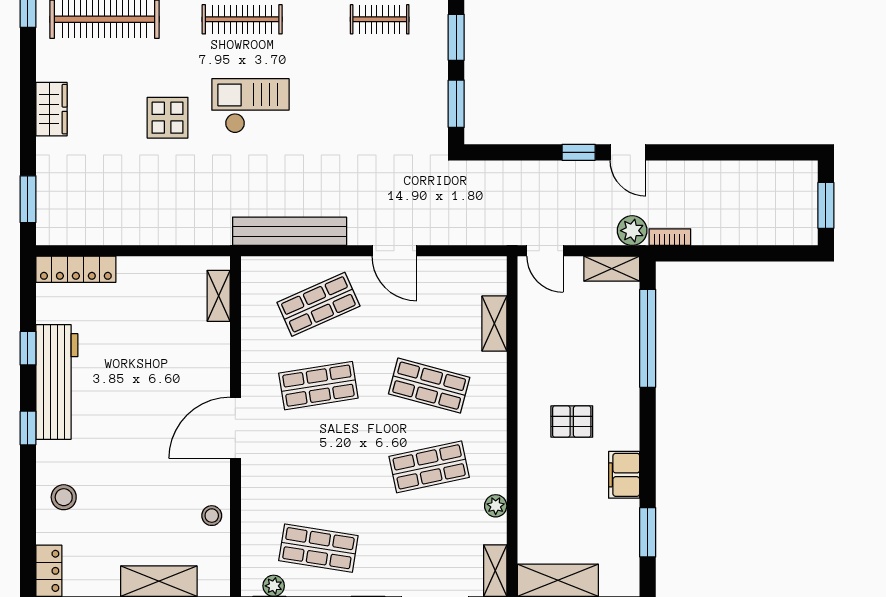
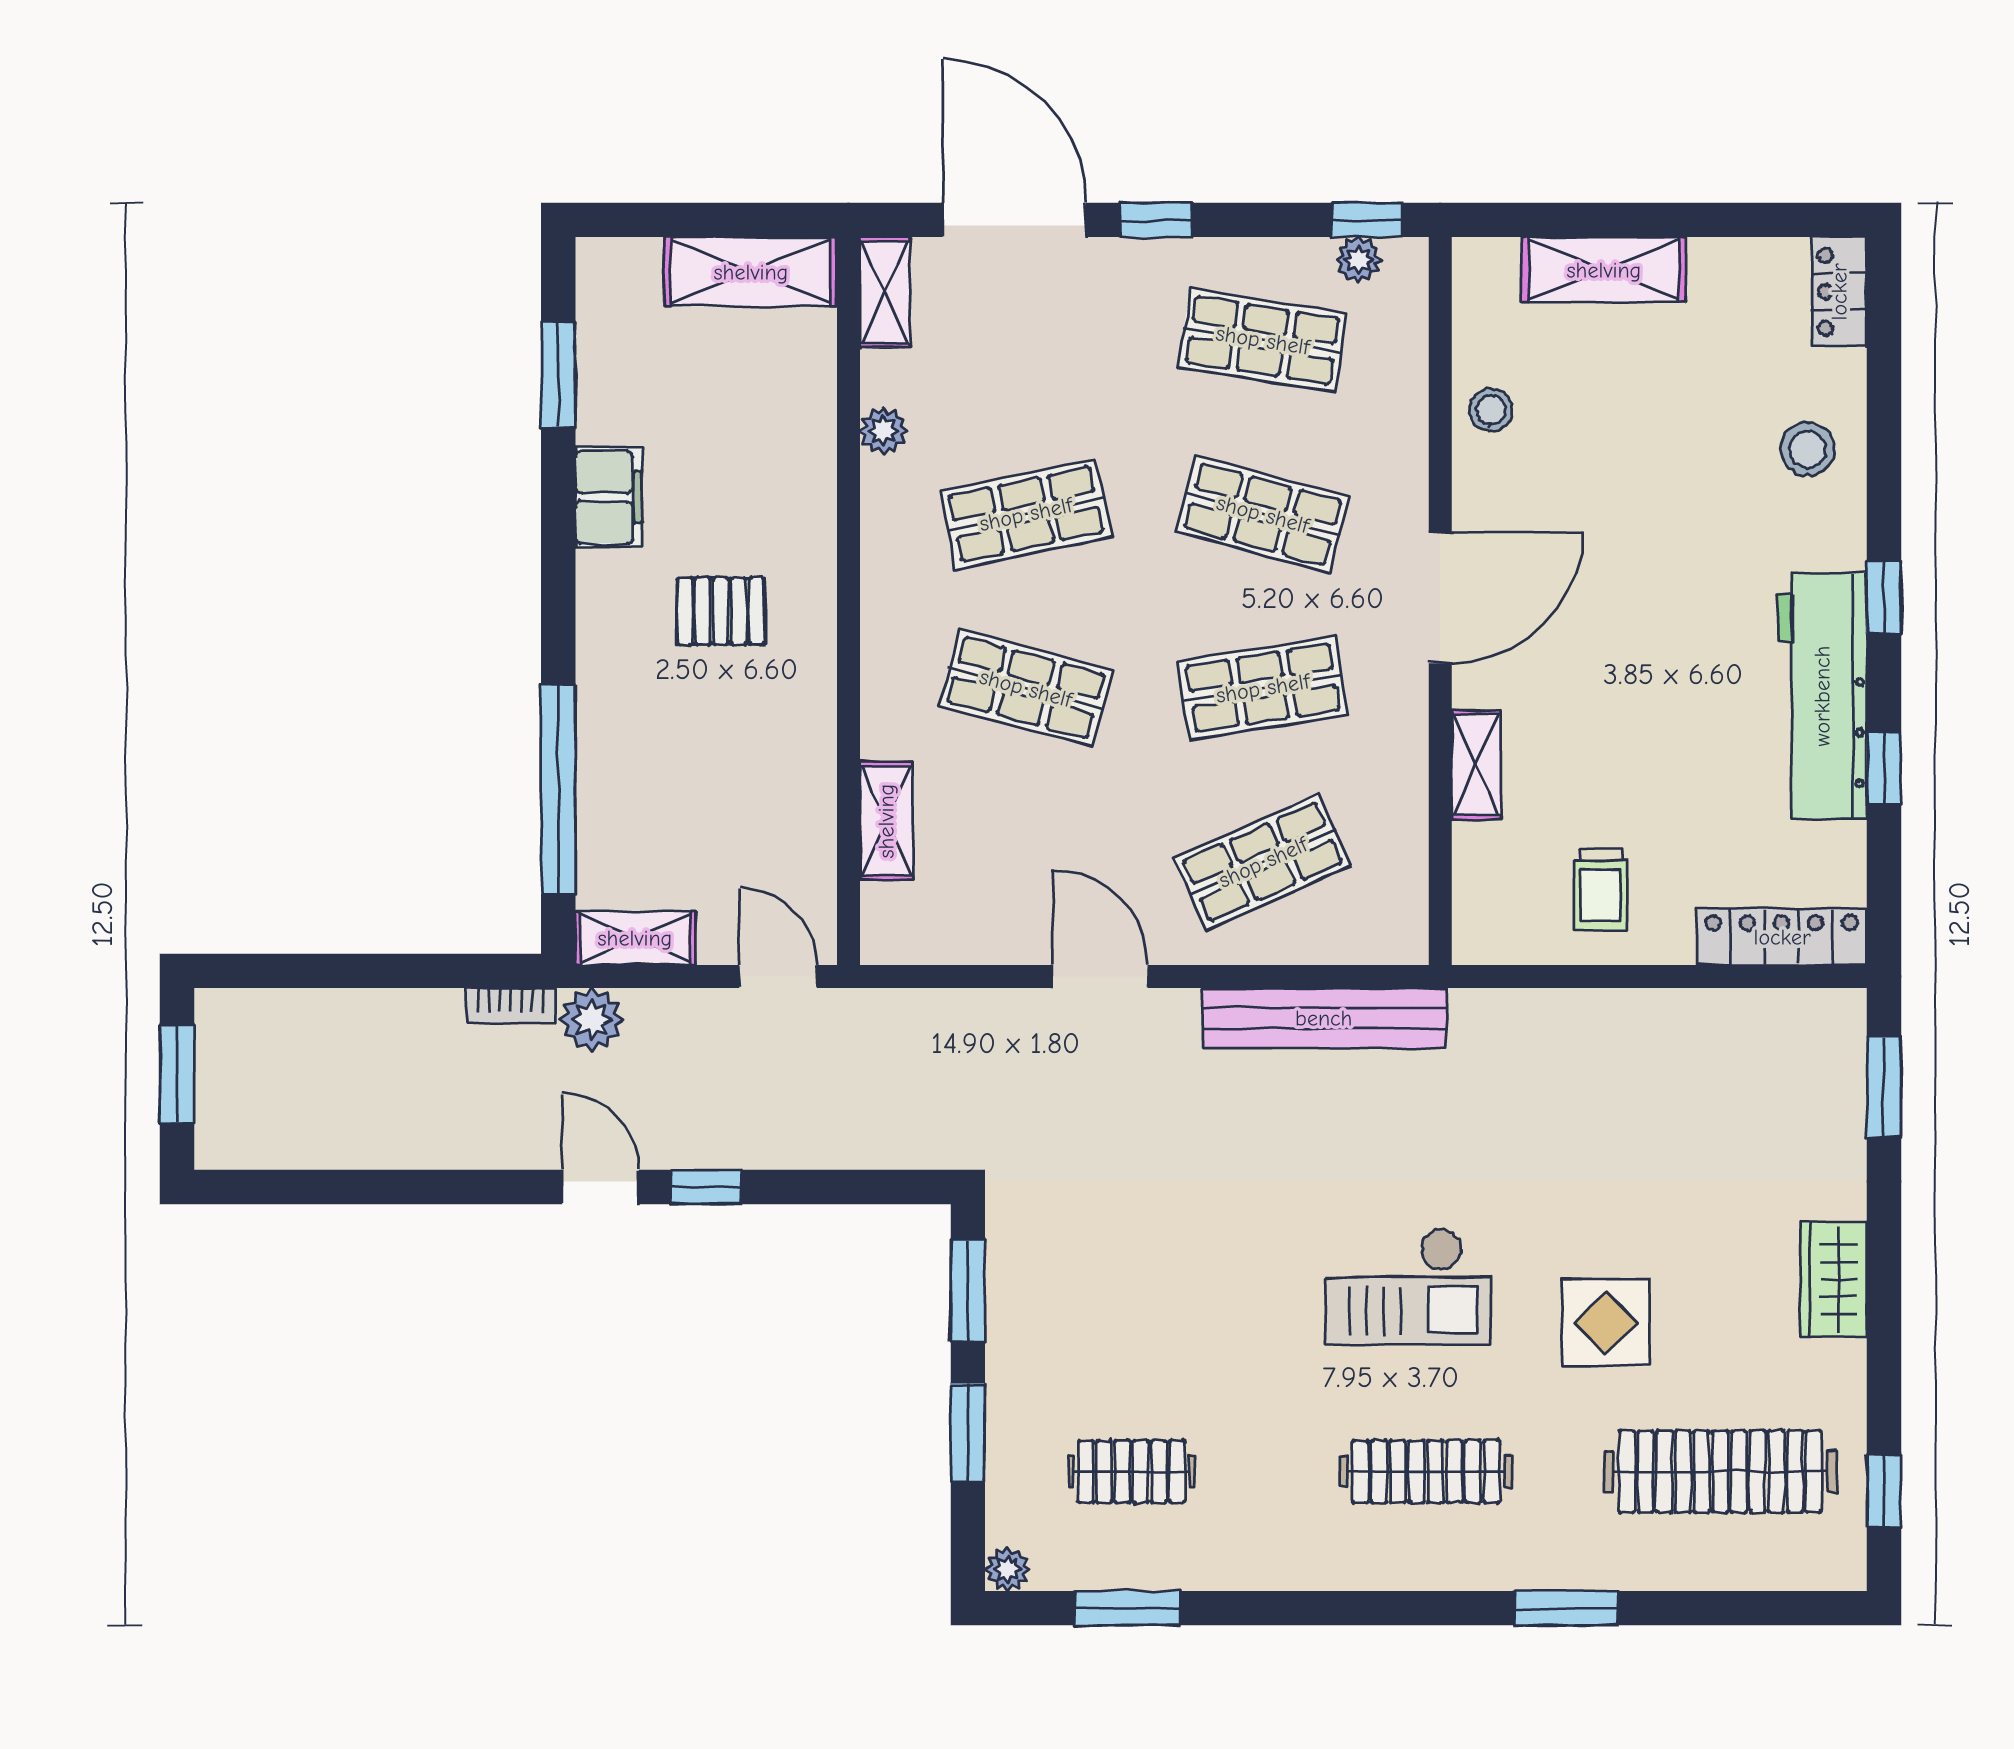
display table: (168, 118) -> (1606, 1323), moved
trolley: (160, 291) -> (1601, 890), added
shelving: (219, 296) -> (1476, 765), moved
shop shelf: (318, 467) -> (1263, 514), added

